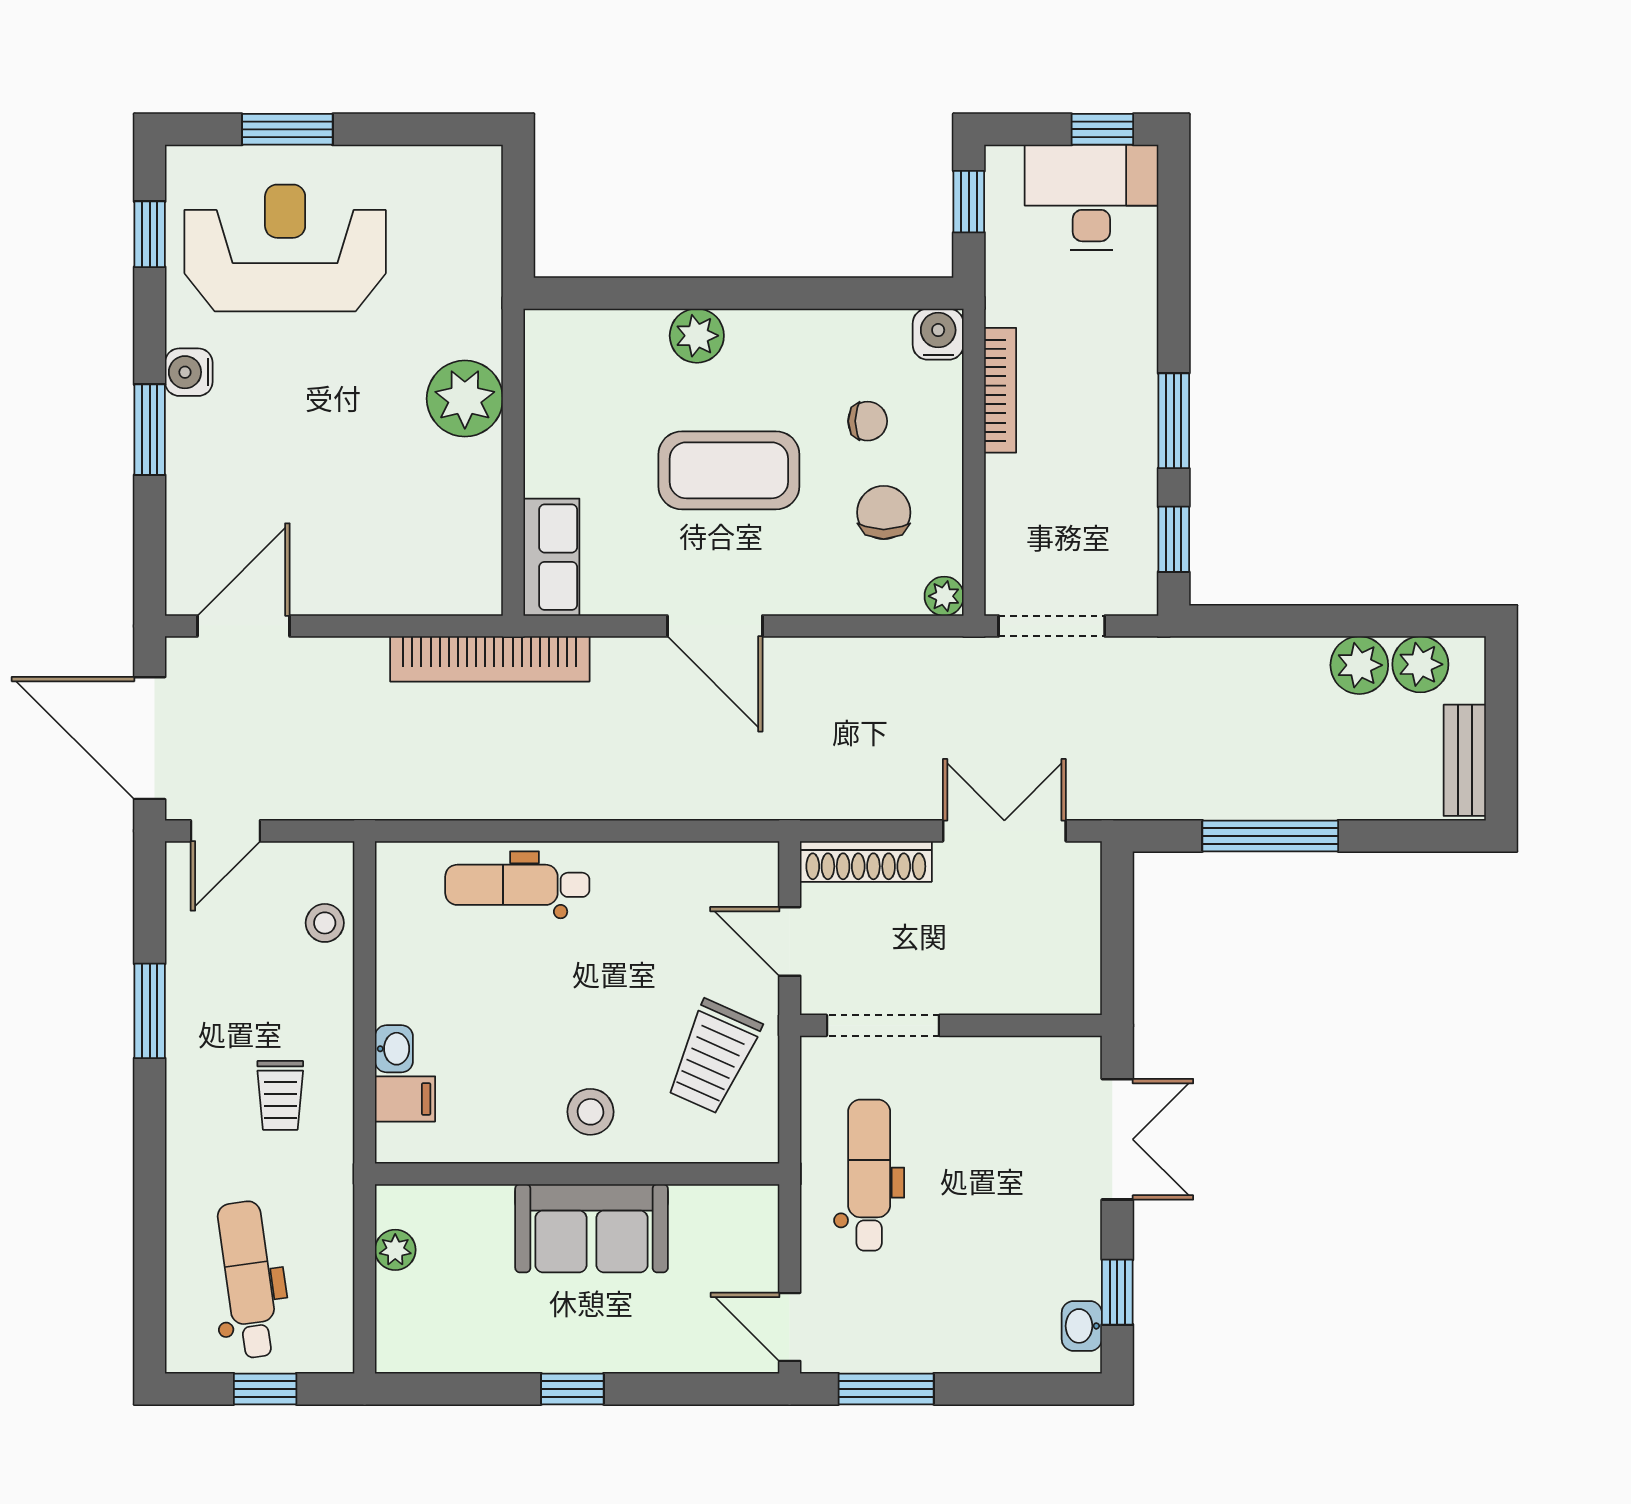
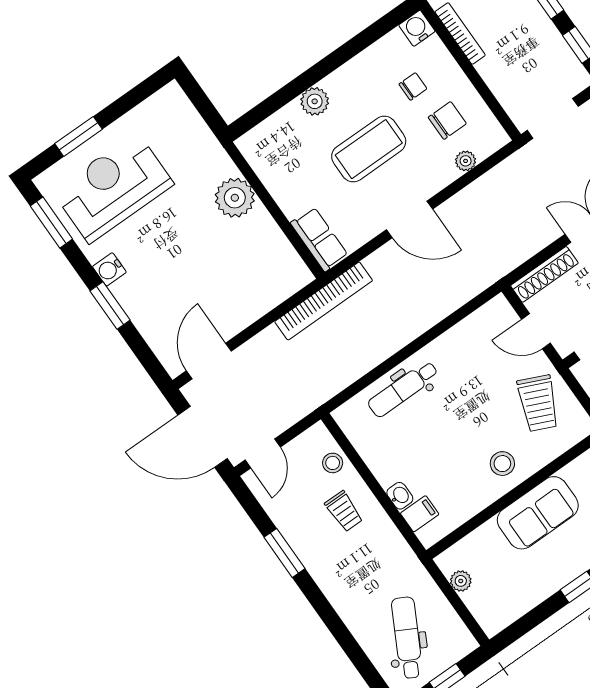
window: (150, 234) -> (51, 222), width x1.50
chair: (884, 512) -> (447, 120), turned 90
plant: (944, 596) -> (466, 161), moved
trolley: (280, 1095) -> (344, 511), moved
dental chair: (248, 1280) -> (407, 638), turned 36

